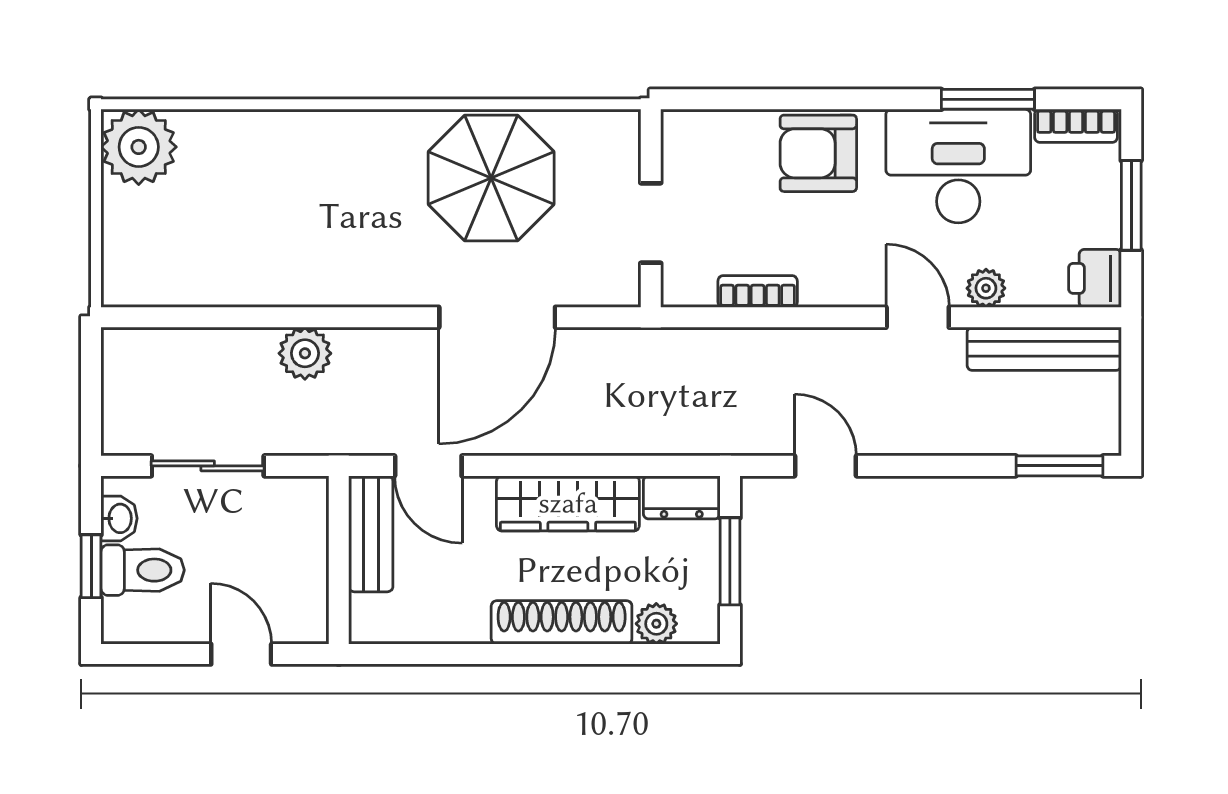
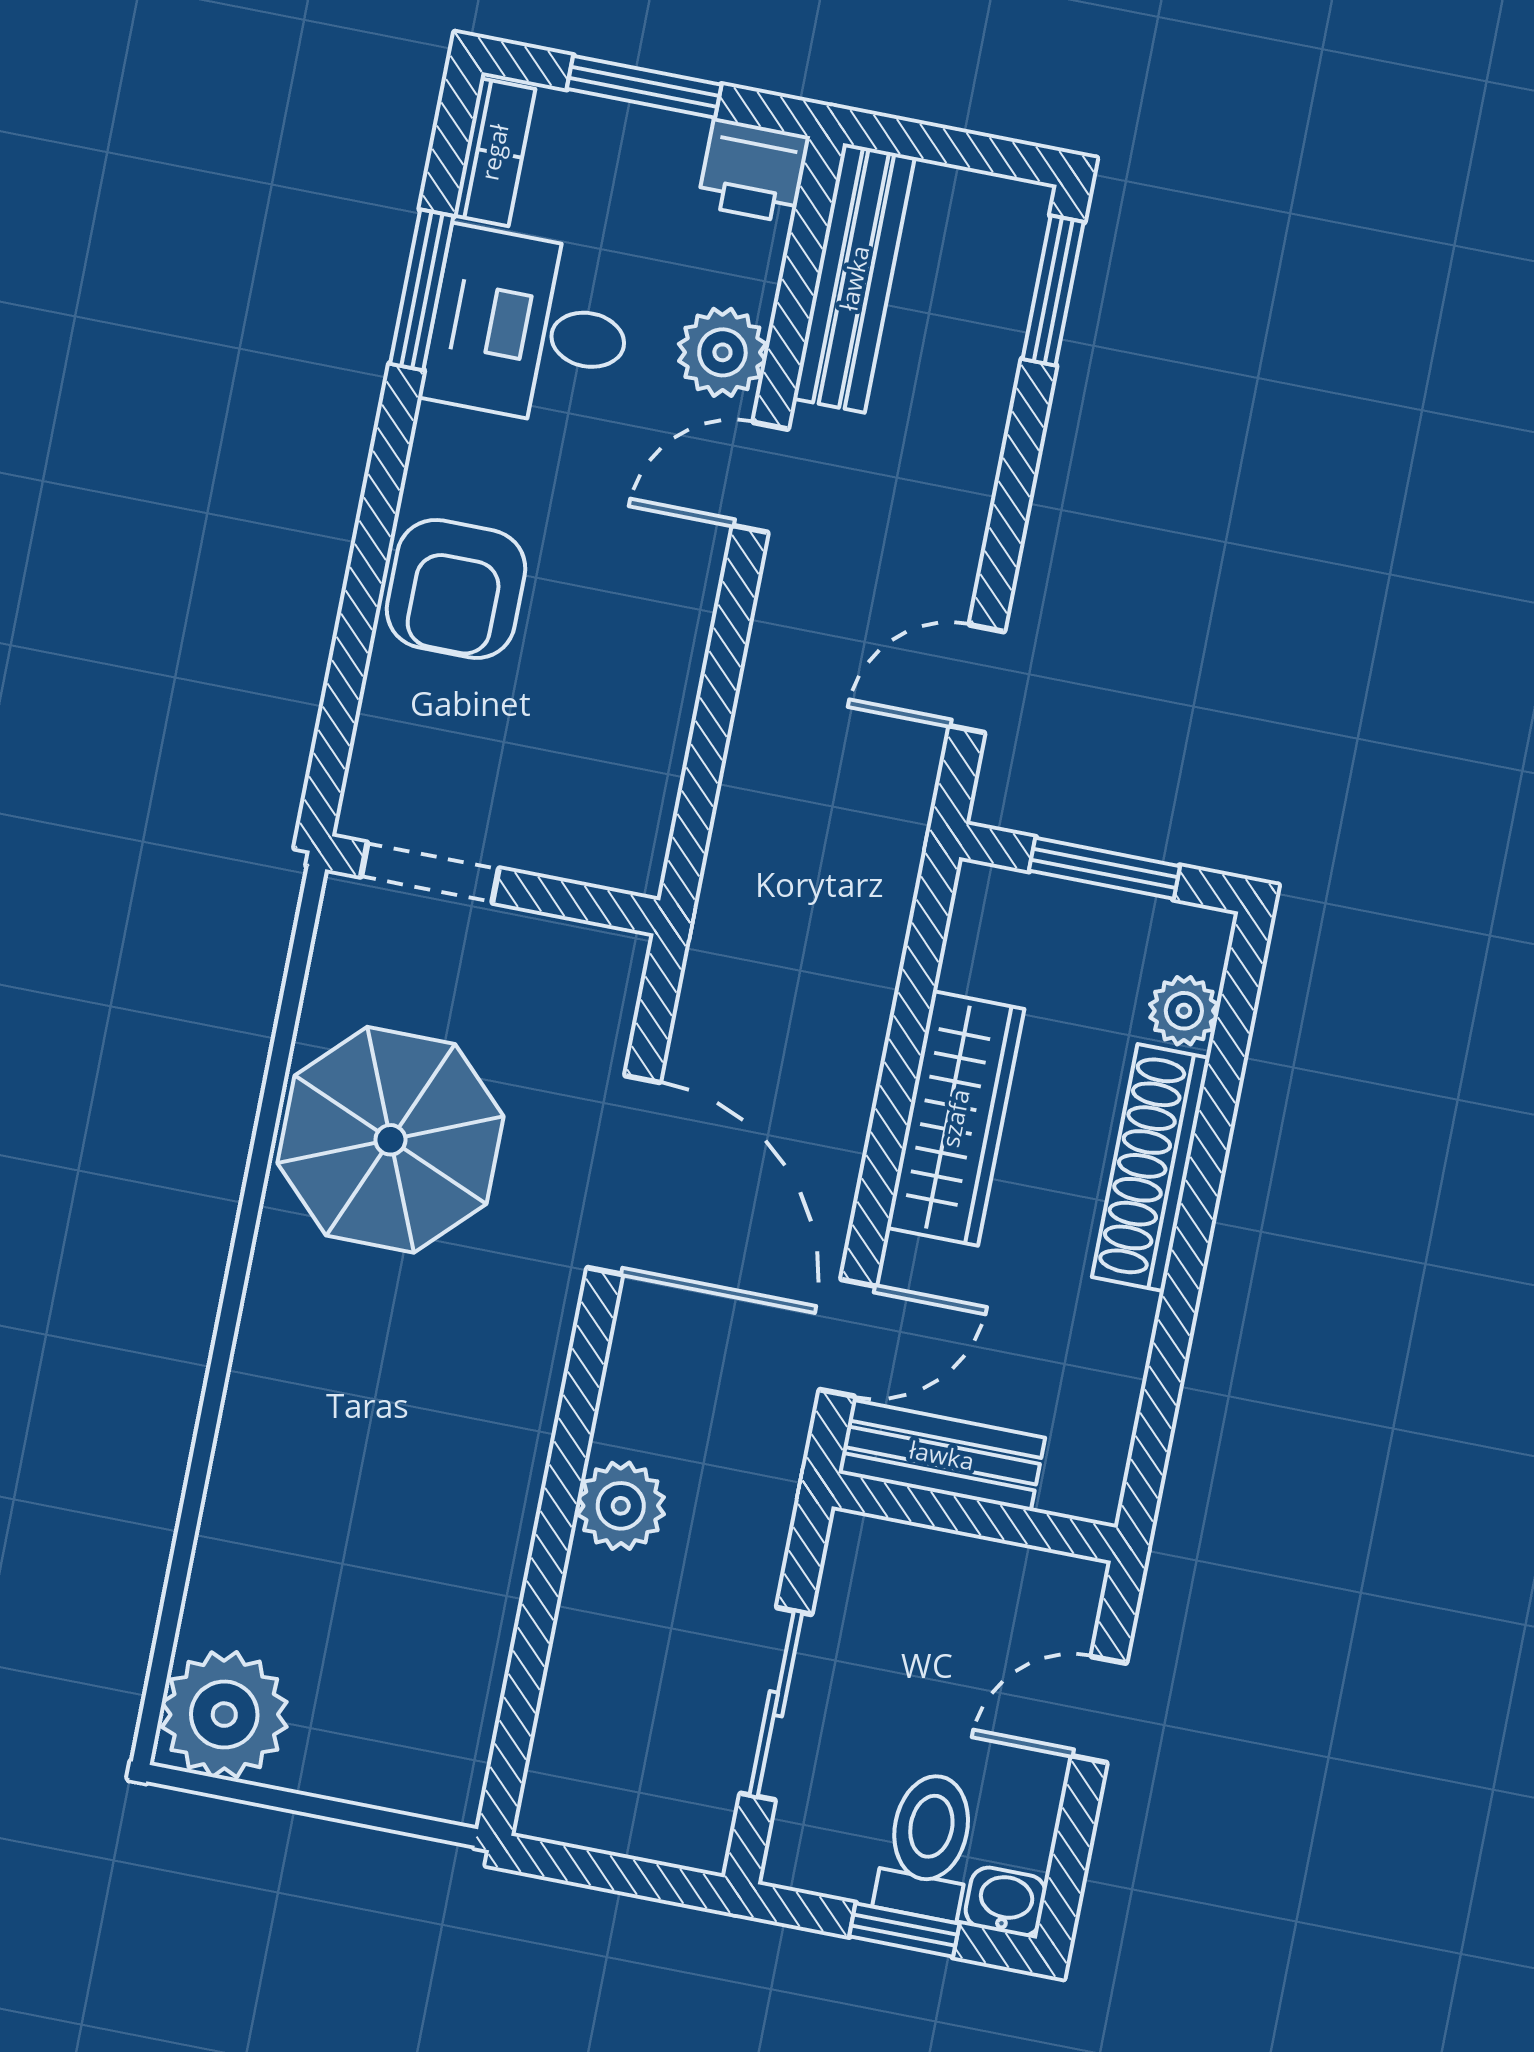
desk: (958, 166) -> (529, 328), width x0.73
doorway: (651, 223) -> (430, 873), moved
plant: (986, 288) -> (722, 352), width x1.38, depth x1.38
bookcase: (758, 291) -> (666, 735), removed
dresser: (682, 497) -> (982, 928), removed
washbasin: (119, 518) -> (1006, 1902), moved

